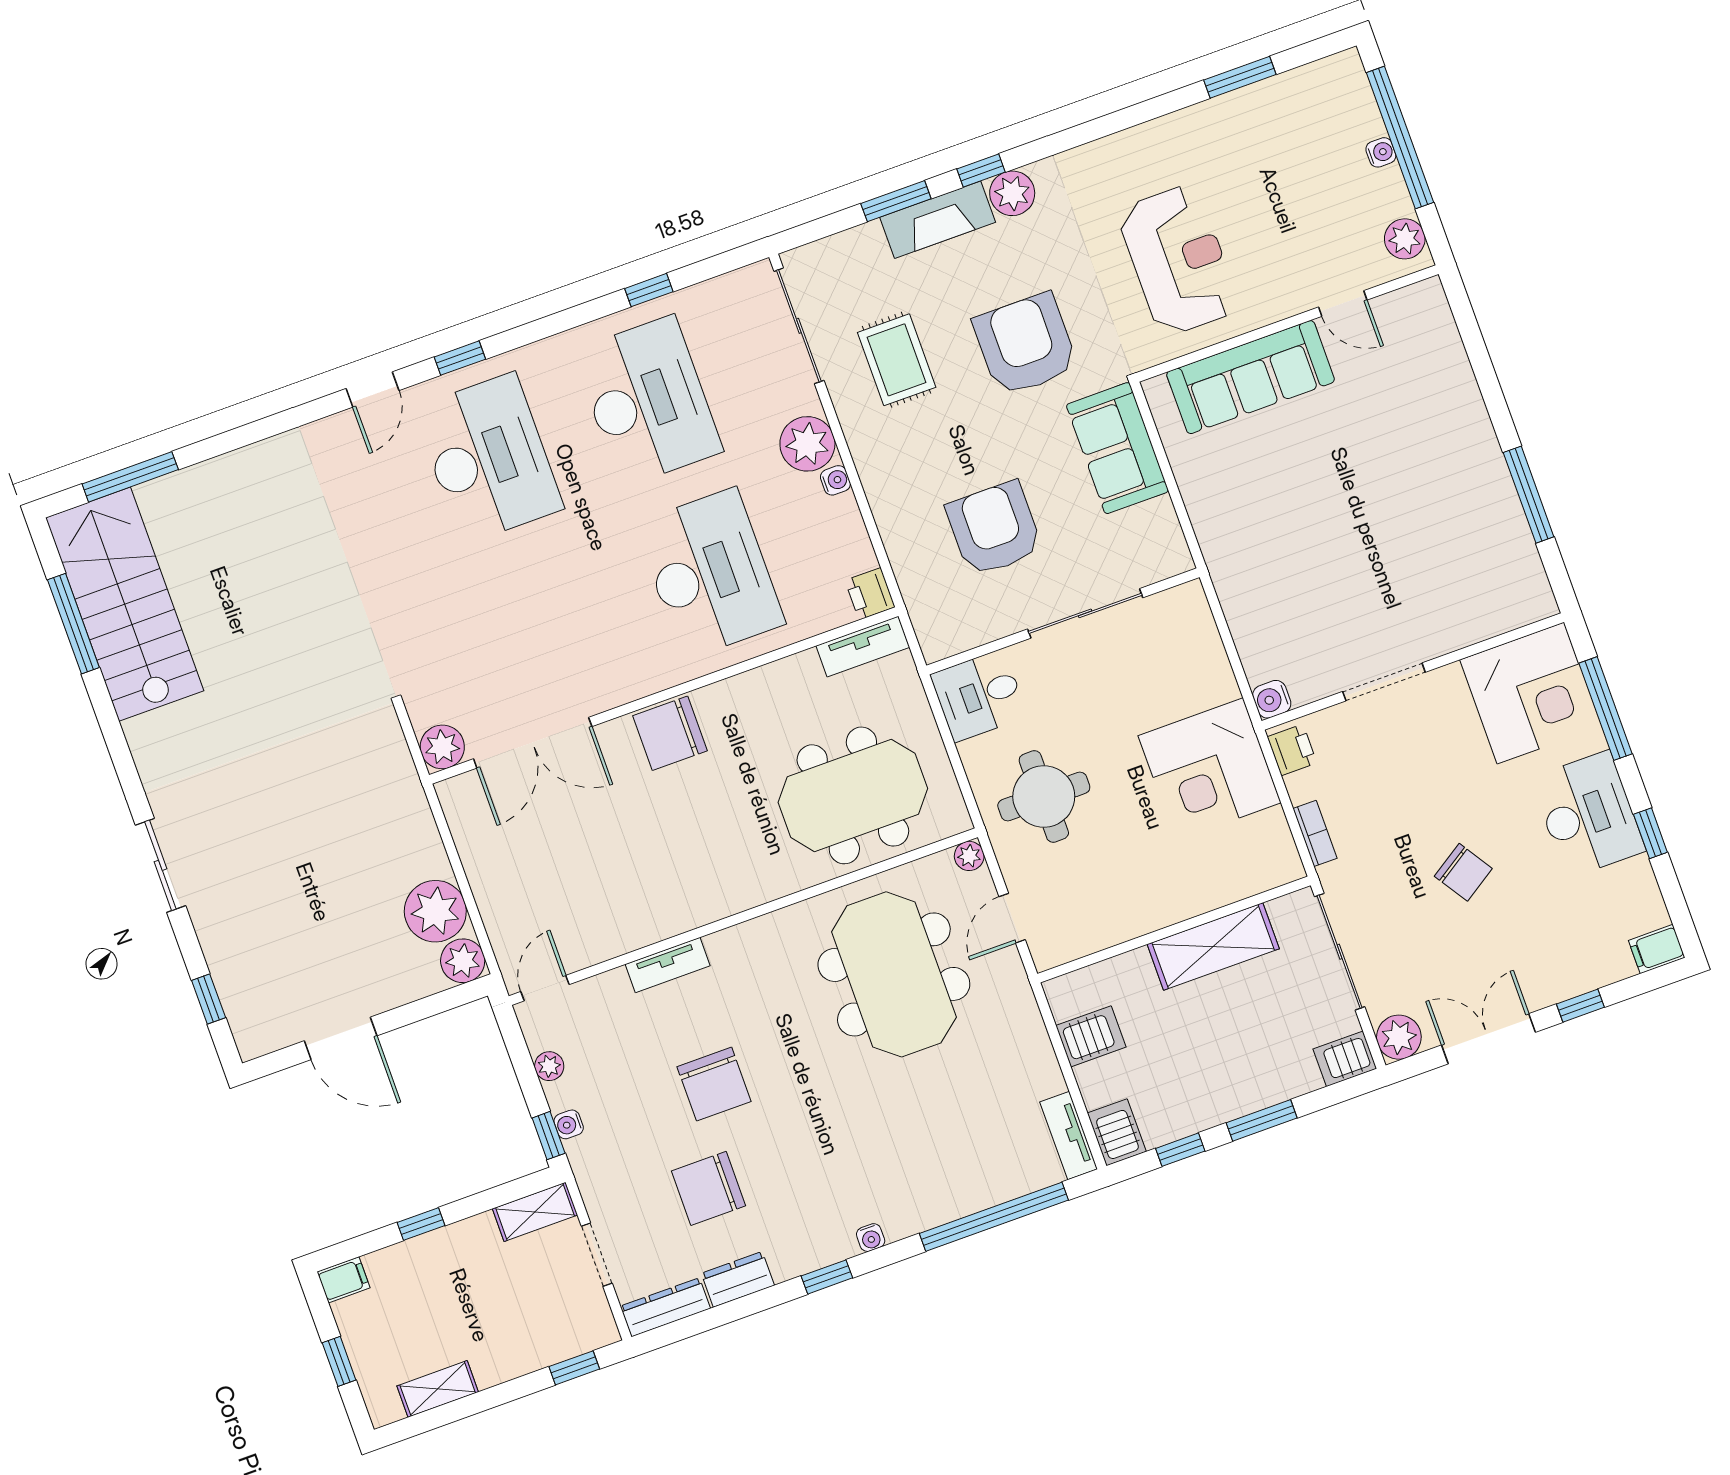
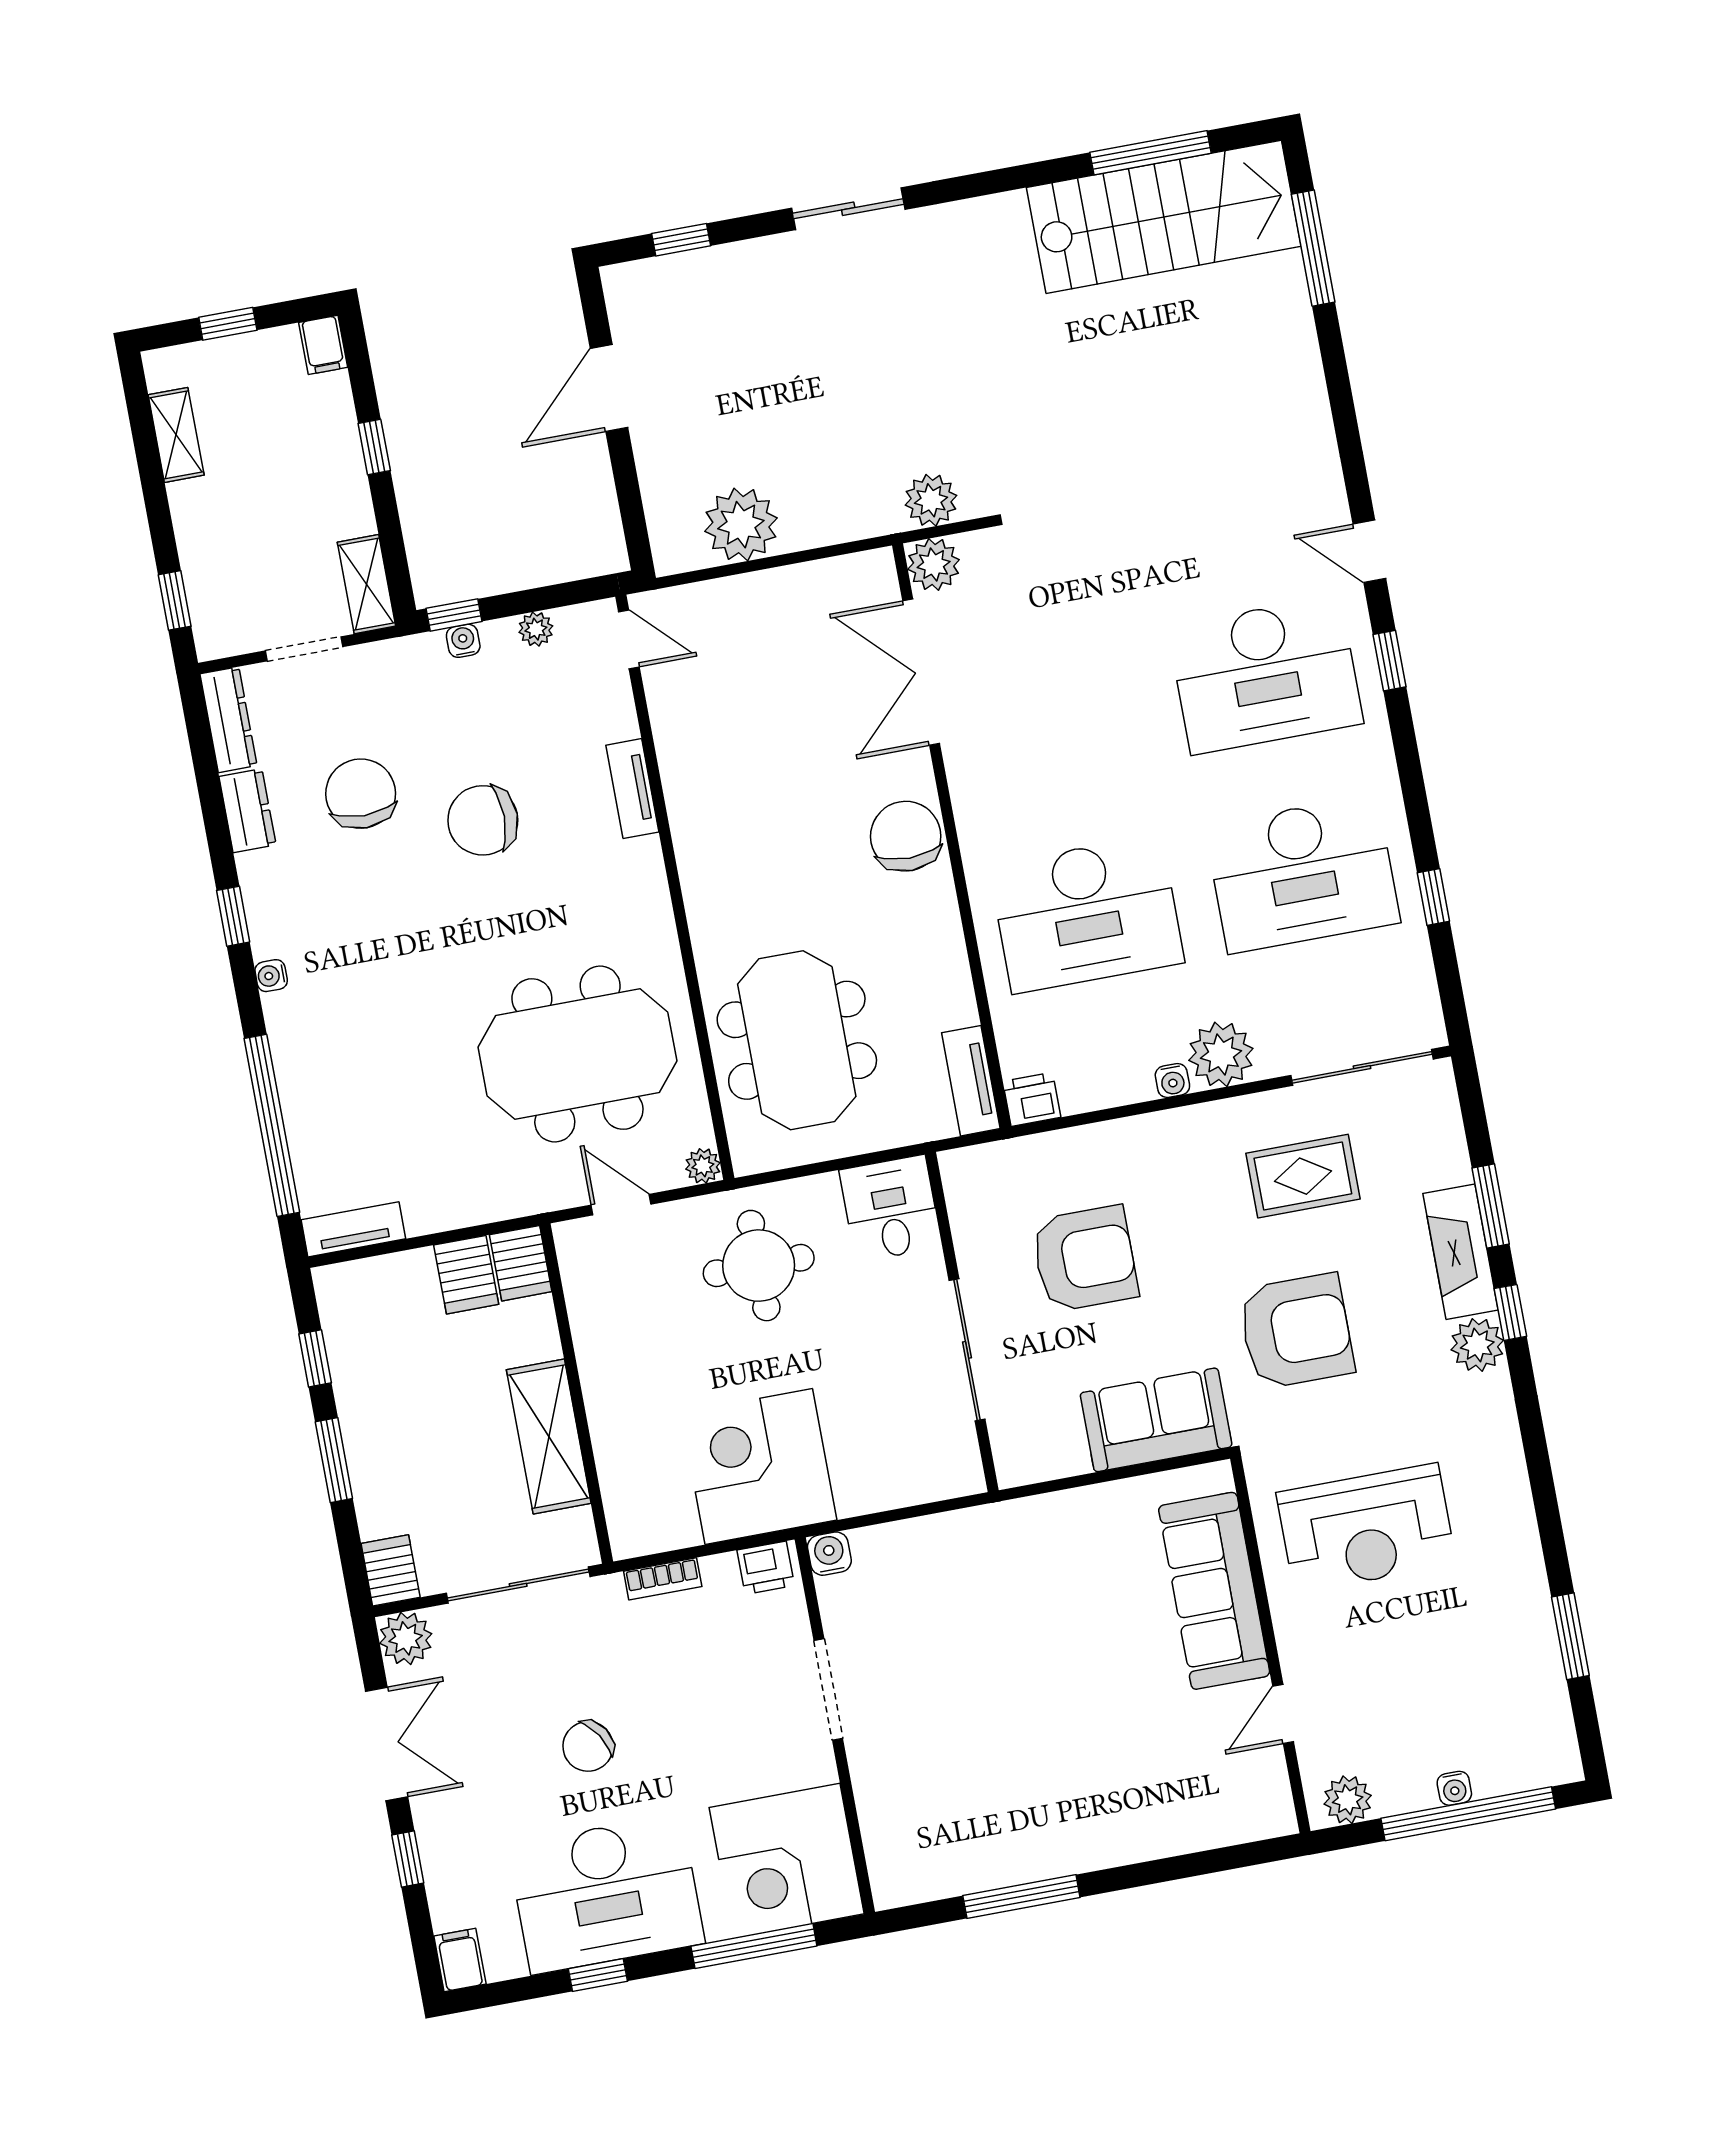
desk: (1588, 814) -> (606, 1894), width x1.36, depth x1.30
plant: (463, 961) -> (931, 500), moved
server rack: (1117, 1132) -> (521, 1263), moved, turned 90

